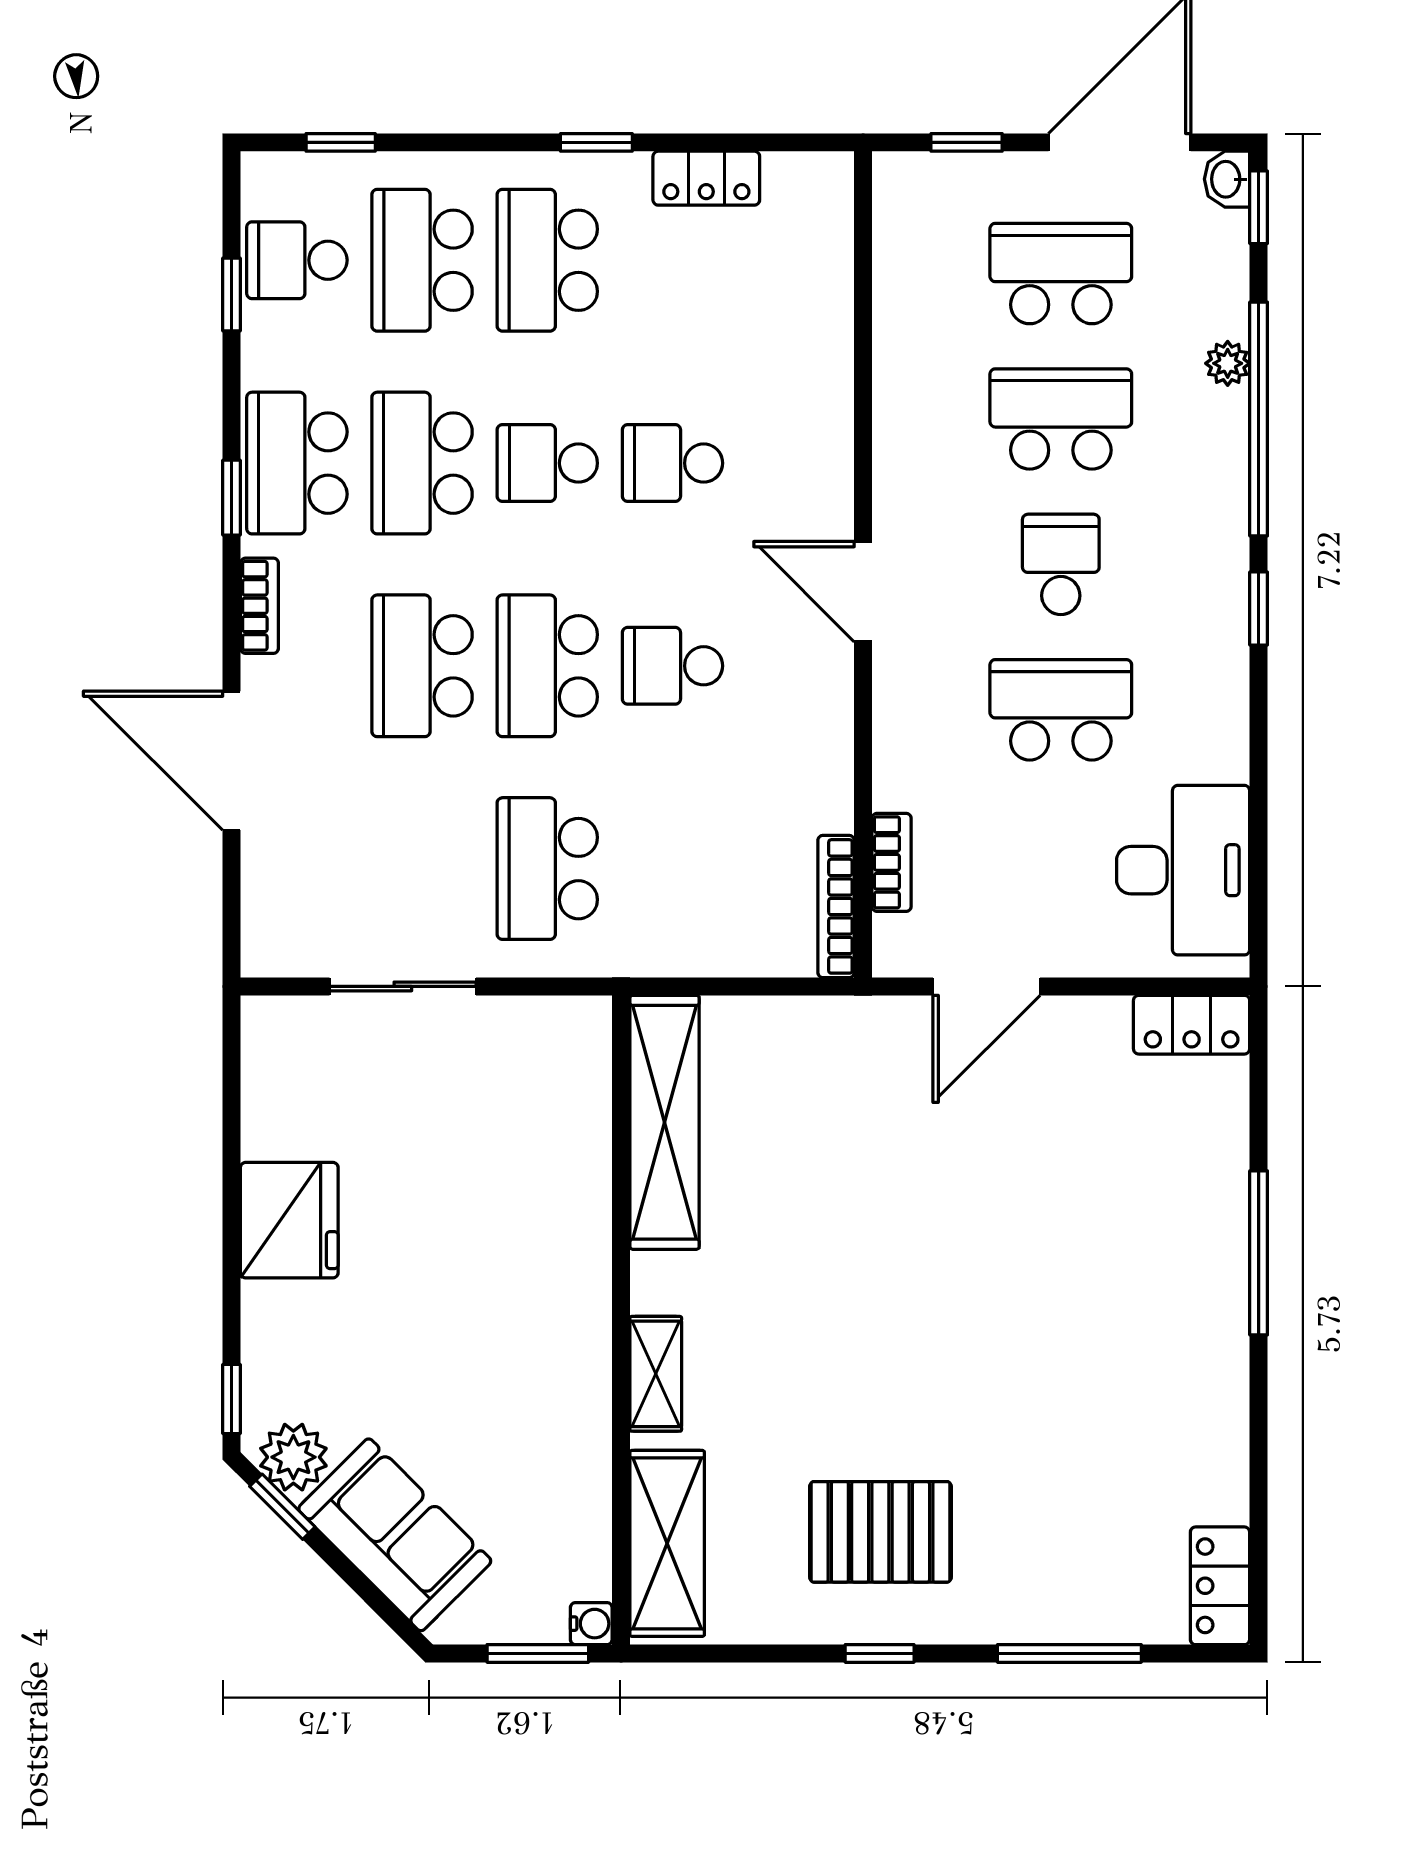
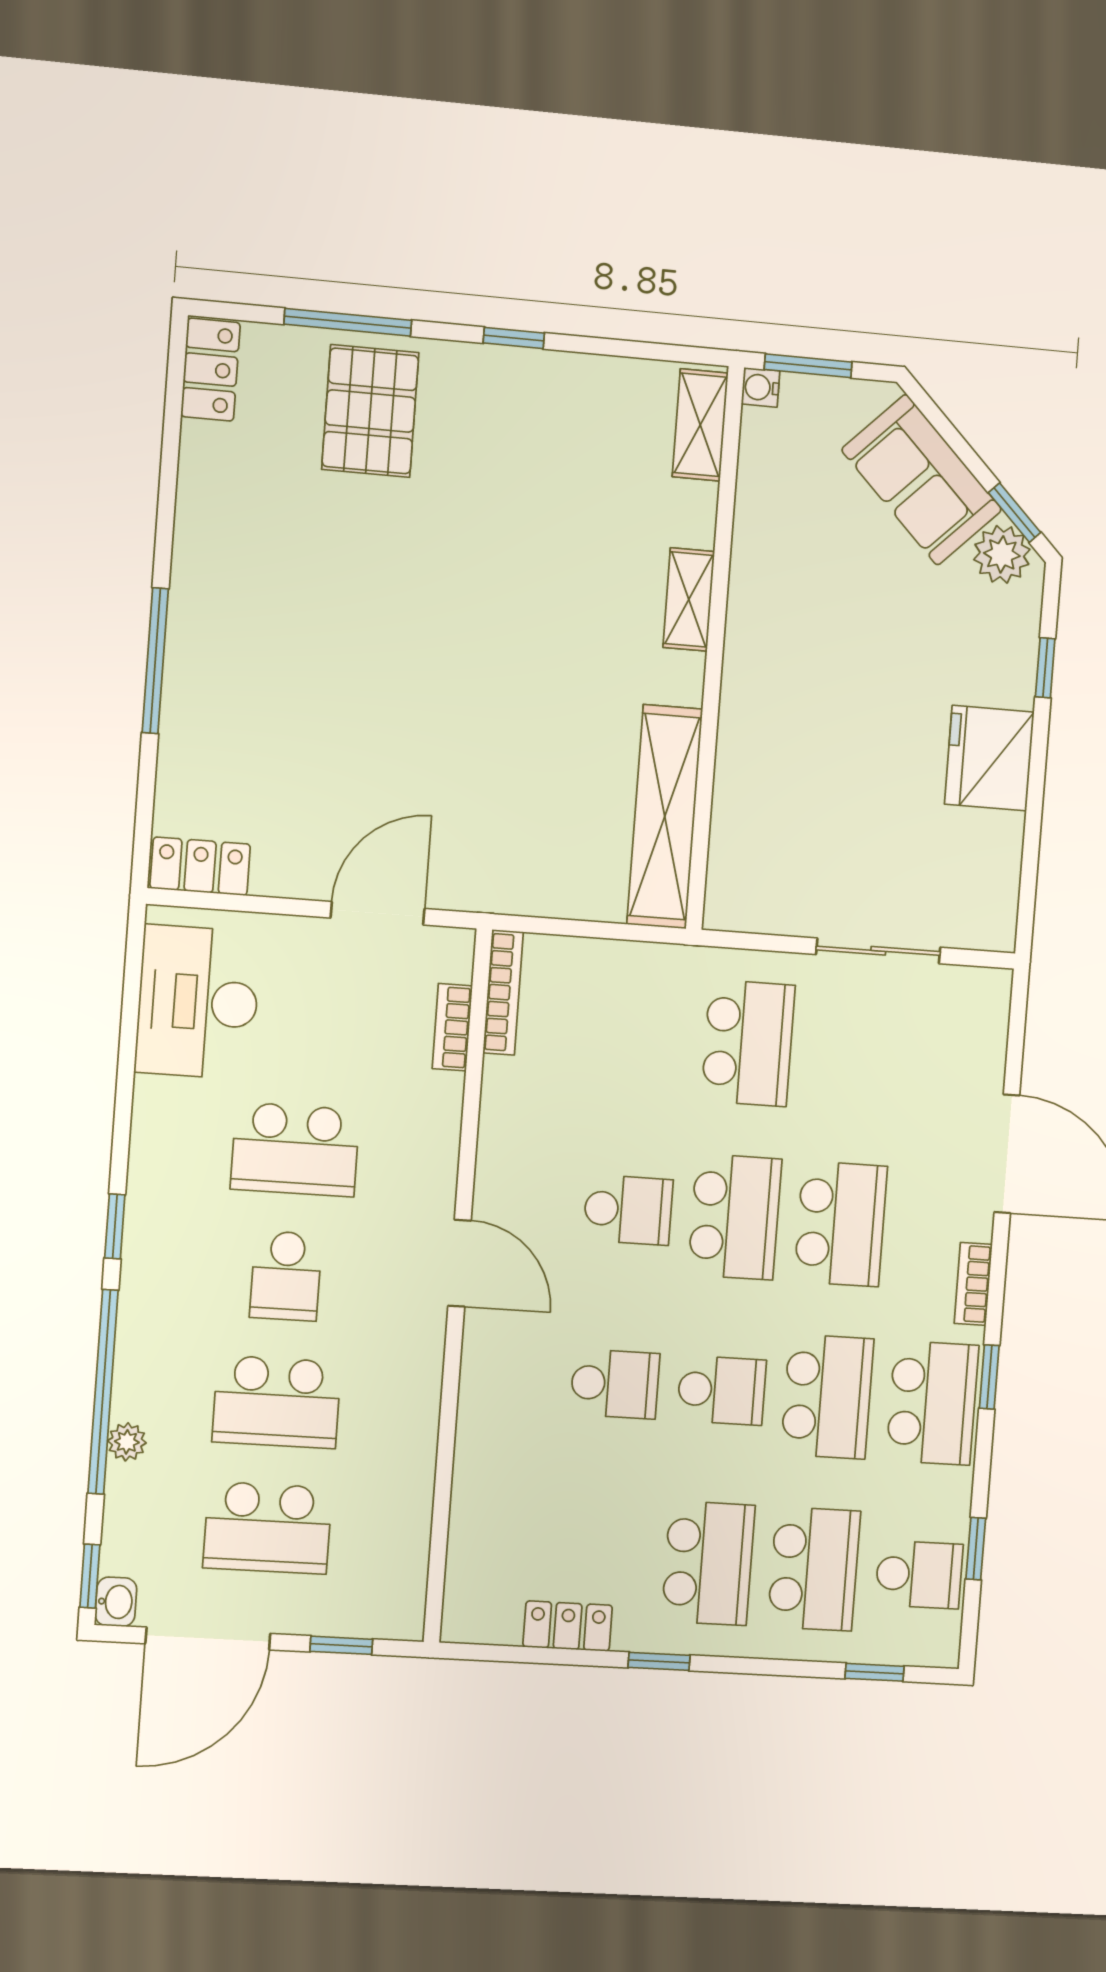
window: (232, 1399) -> (1045, 668), moved
pallet: (880, 1532) -> (370, 411), moved, turned 90
shelving: (667, 1543) -> (700, 425), width x0.67, depth x0.75

